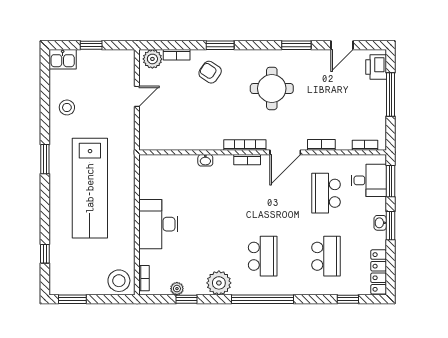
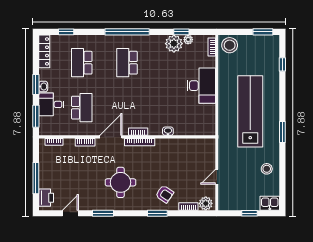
desk: (369, 180) -> (51, 104), moved
plant: (219, 283) -> (174, 44), moved

